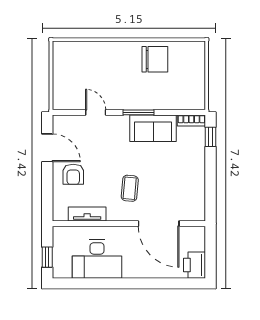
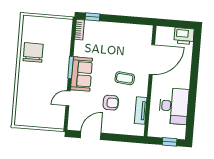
sofa: (153, 128) -> (82, 74), moved
armchair: (73, 174) -> (111, 103), moved

